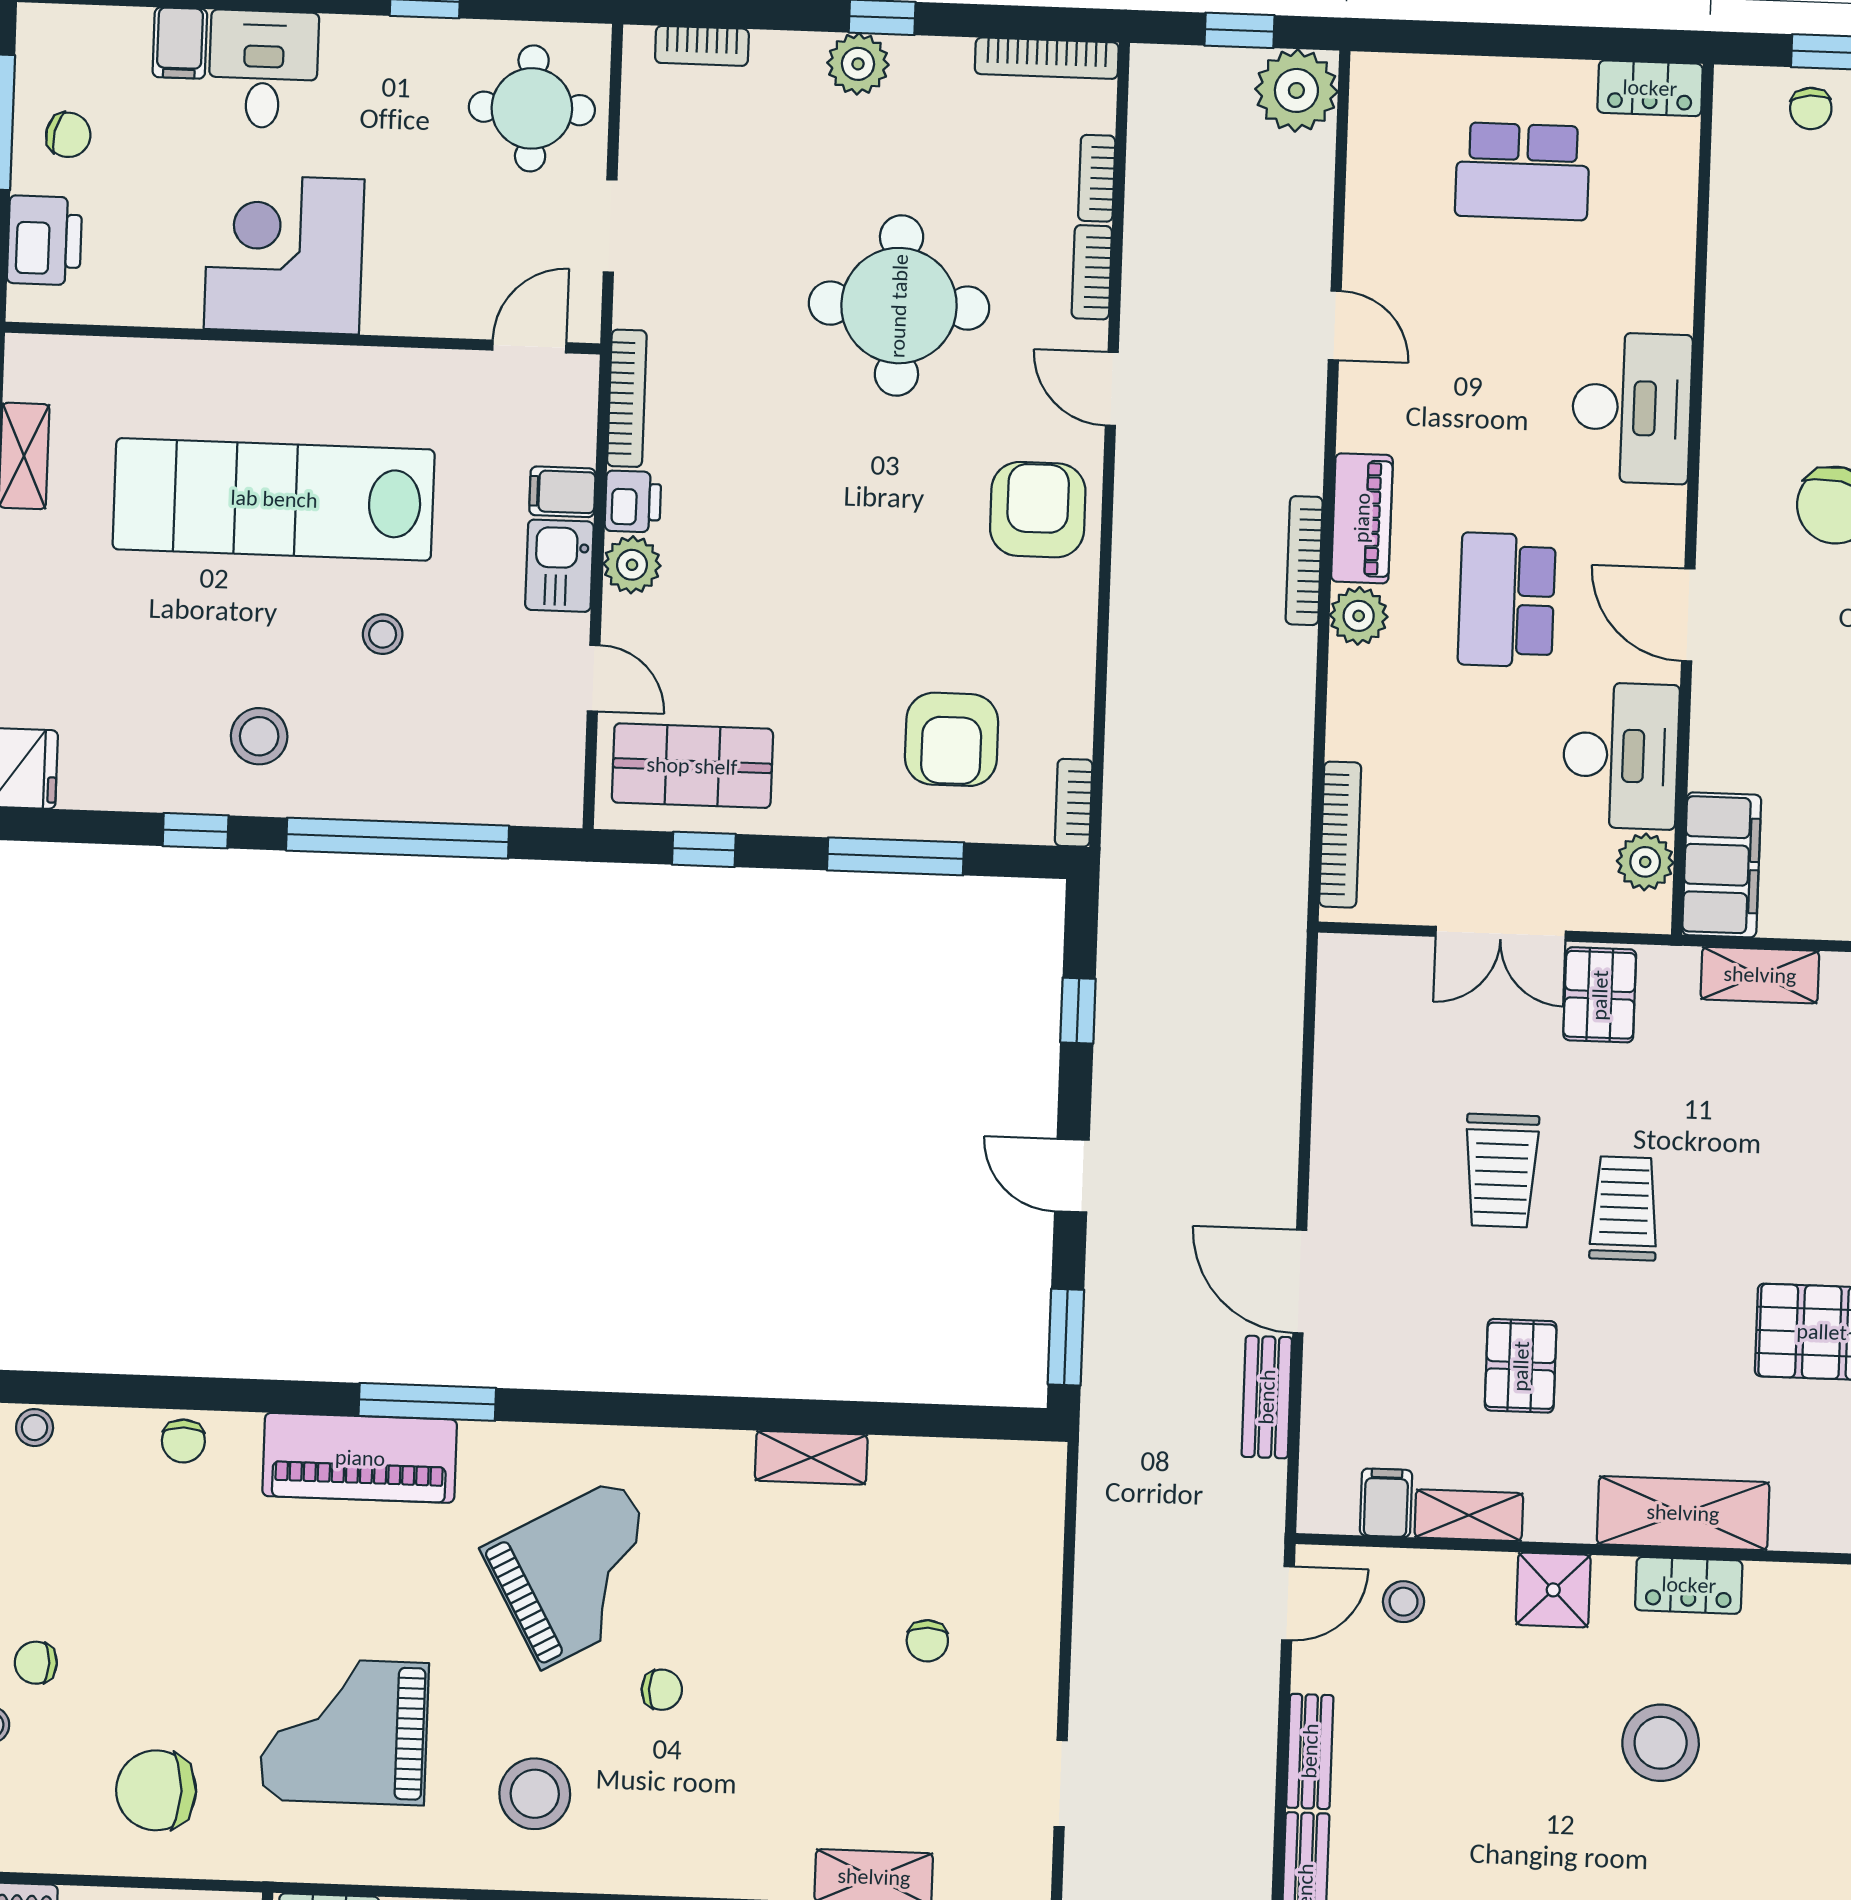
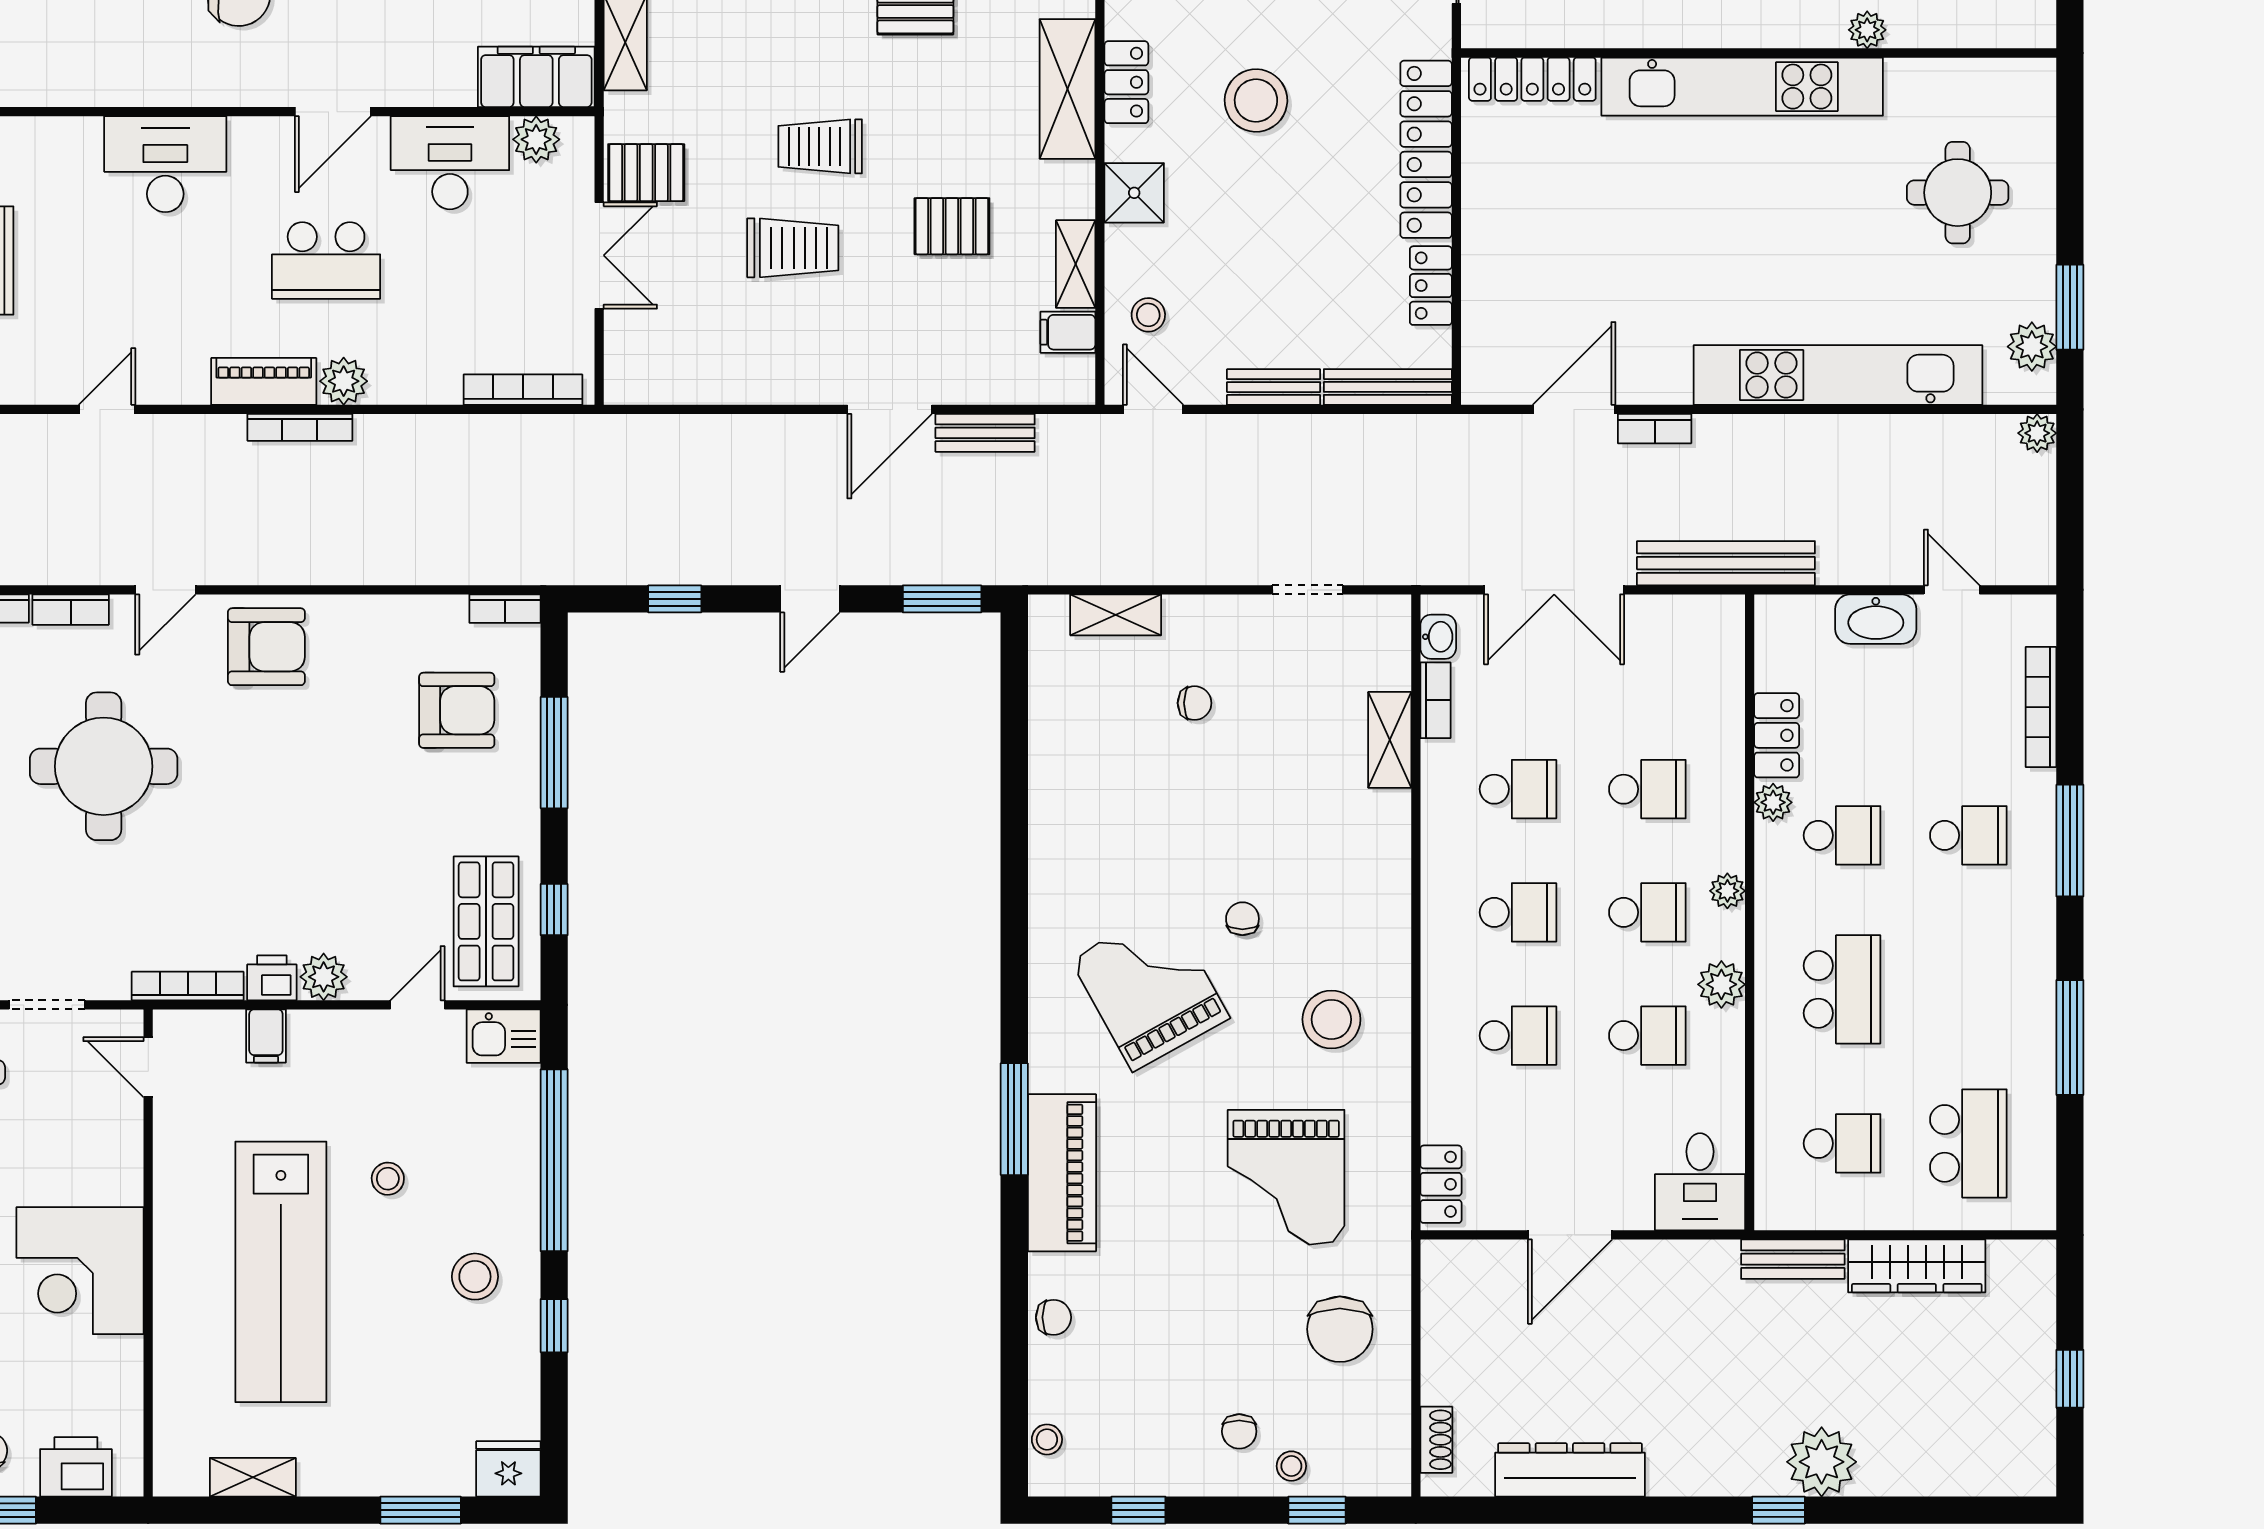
armchair: (1038, 510) -> (266, 647), turned 180
kitchen sink: (559, 566) -> (504, 1036), moved
shelving: (811, 1458) -> (1116, 615), moved, turned 90

